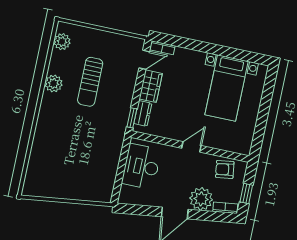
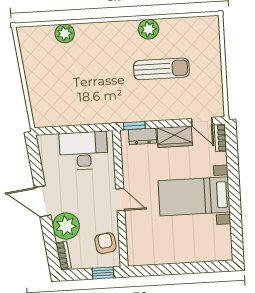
plant: (62, 42) -> (65, 33), moved
sun lounger: (90, 82) -> (161, 69), turned 180
bed with nightstands: (227, 88) -> (194, 196), moved
window: (246, 193) -> (103, 273), moved

